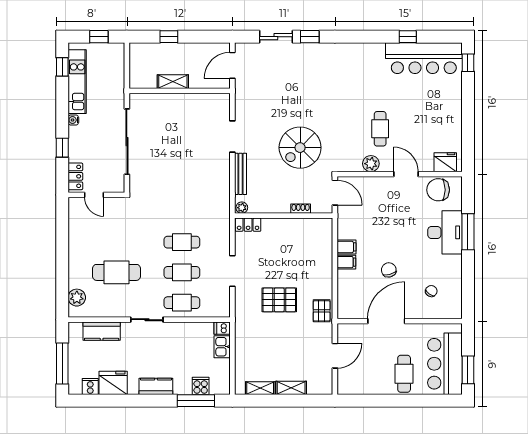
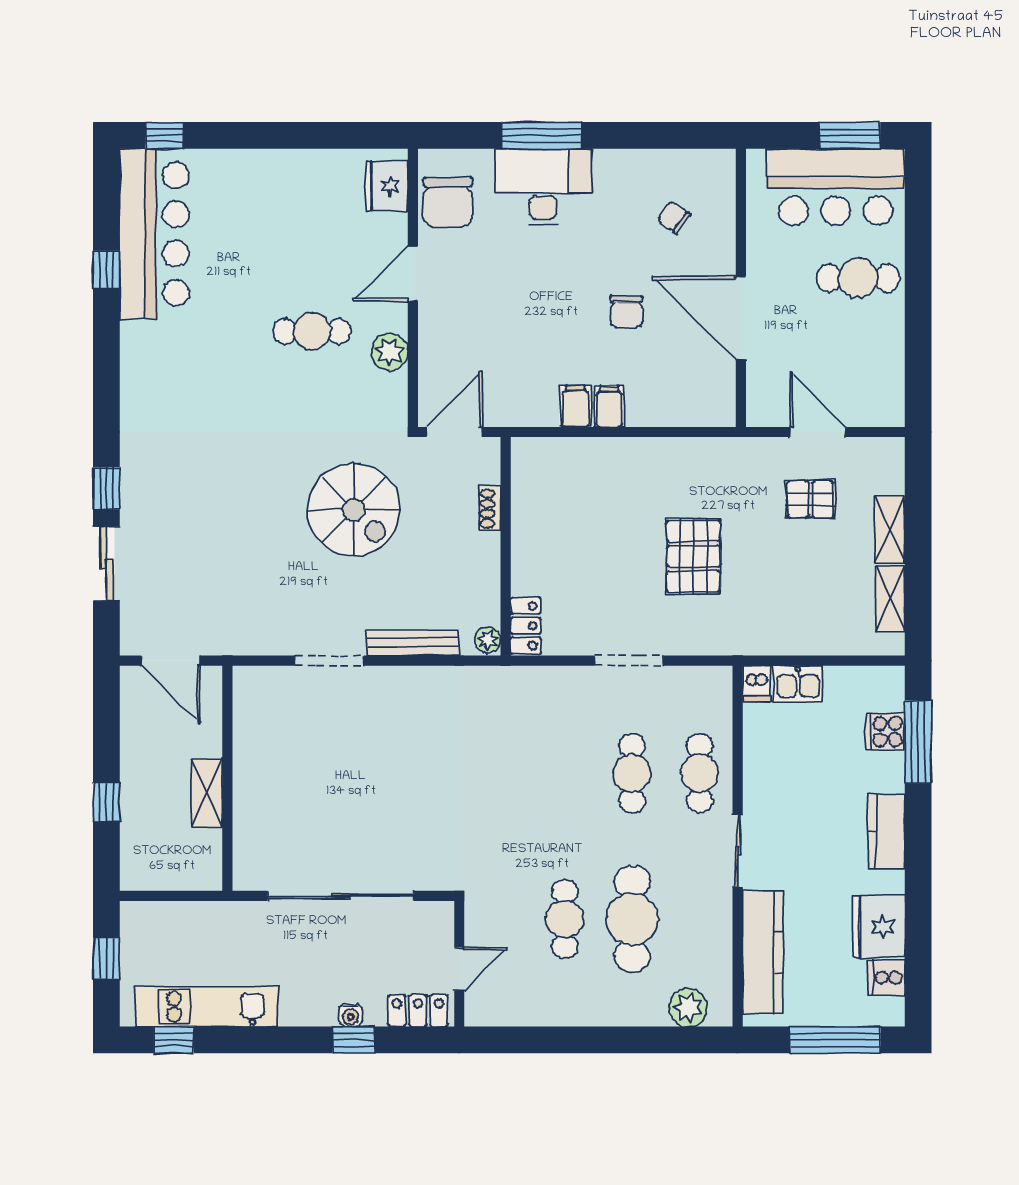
water cooler: (73, 120) -> (351, 1015), moved
cafe table: (182, 242) -> (565, 919), moved
chair: (389, 270) -> (627, 312), turned -75
pallet: (322, 311) -> (810, 499), moved
kitchen counter: (102, 331) -> (763, 952), width x1.50

